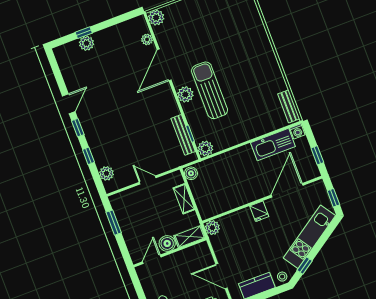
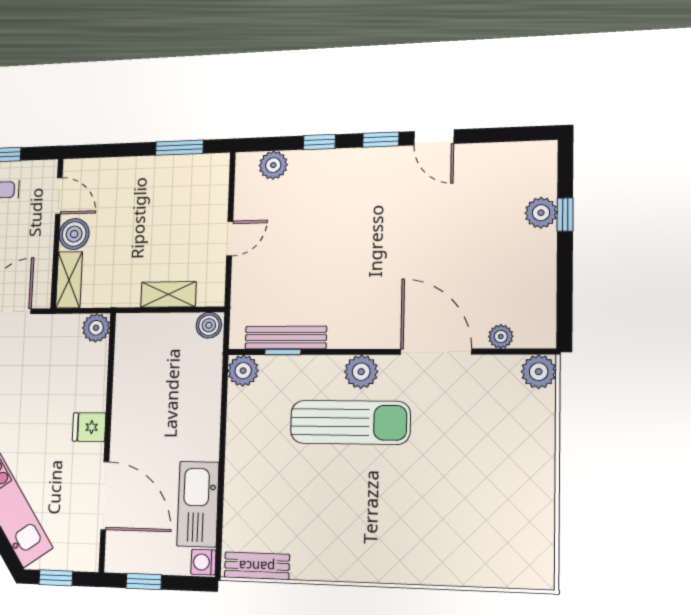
shelving: (190, 237) -> (69, 280), moved
boiler: (167, 243) -> (74, 234), moved
wall: (170, 252) -> (57, 233), moved
door: (152, 259) -> (59, 196), moved

